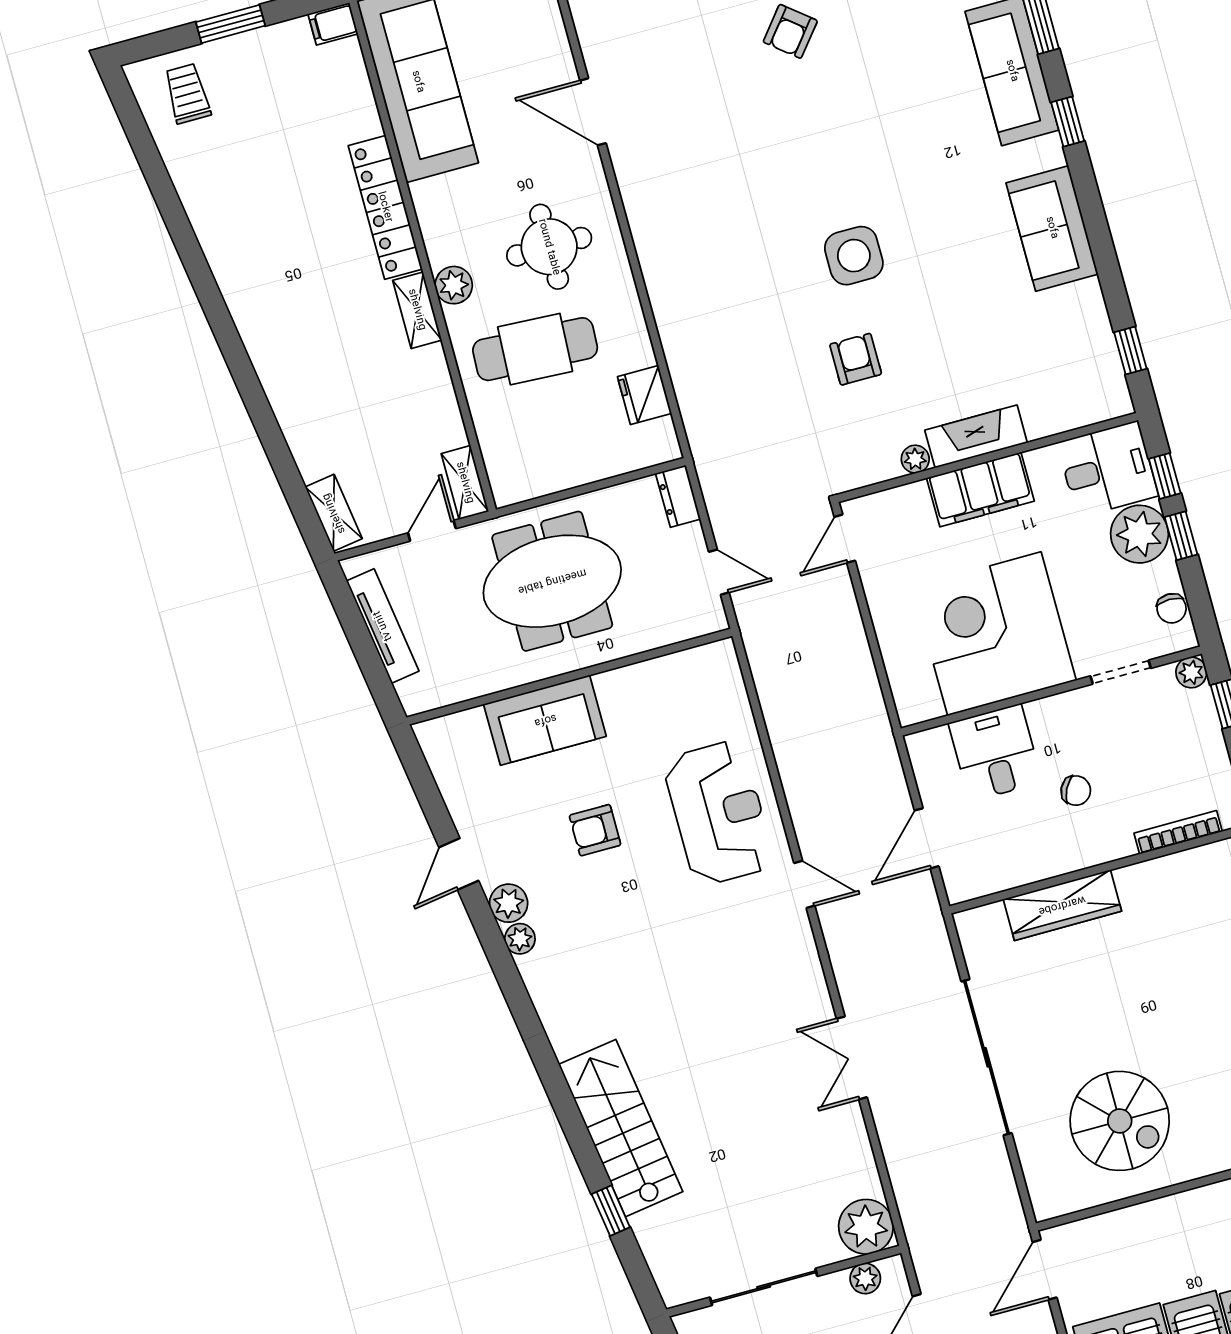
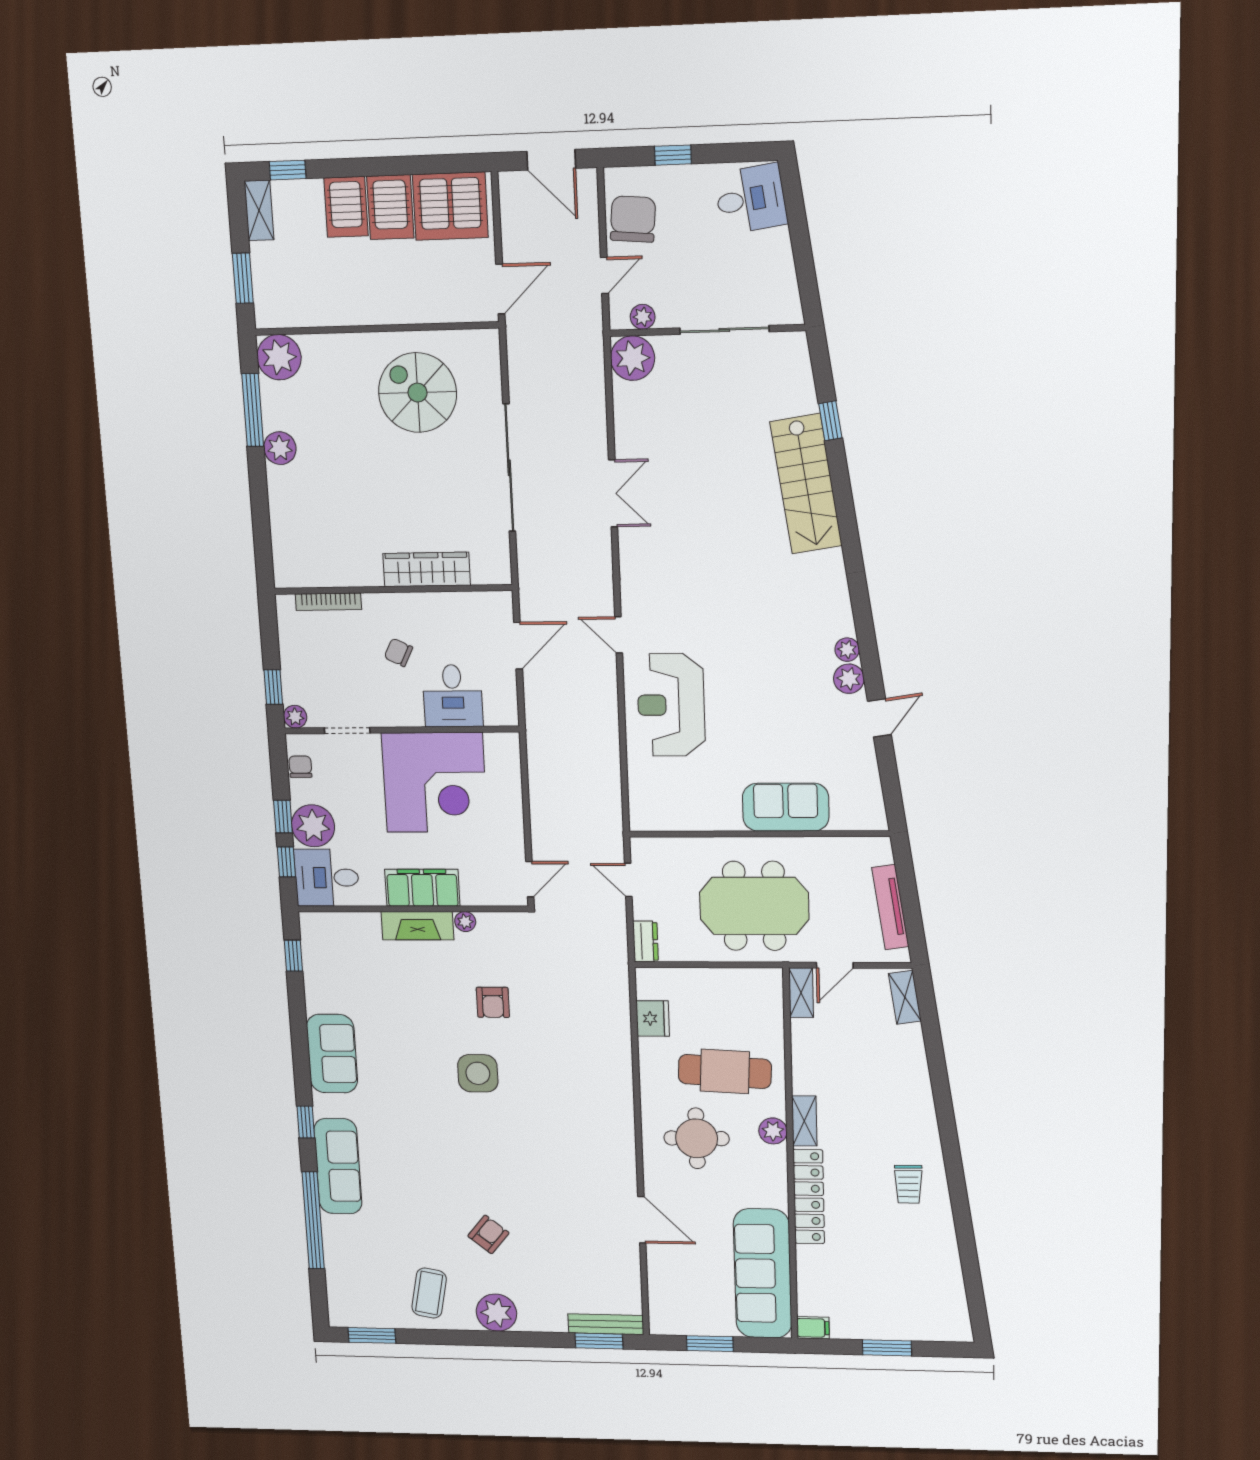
trolley: (187, 94) -> (908, 1184), moved
armchair: (595, 830) -> (768, 716), removed

